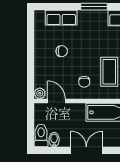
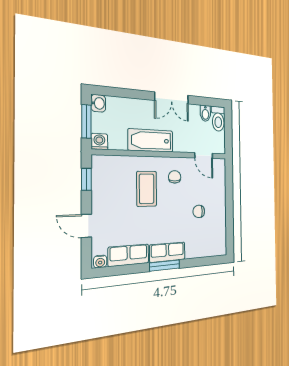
row of seats: (61, 18) -> (167, 252), moved
plant: (40, 93) -> (220, 165), removed

